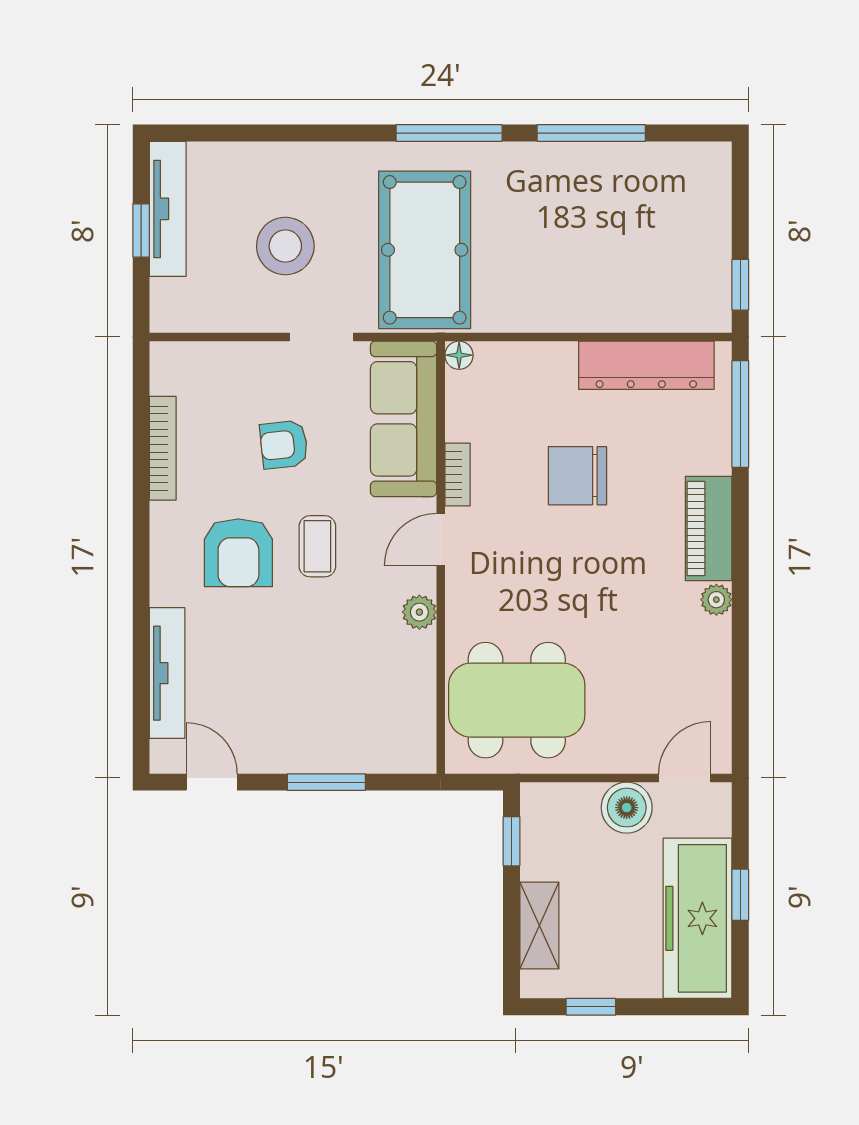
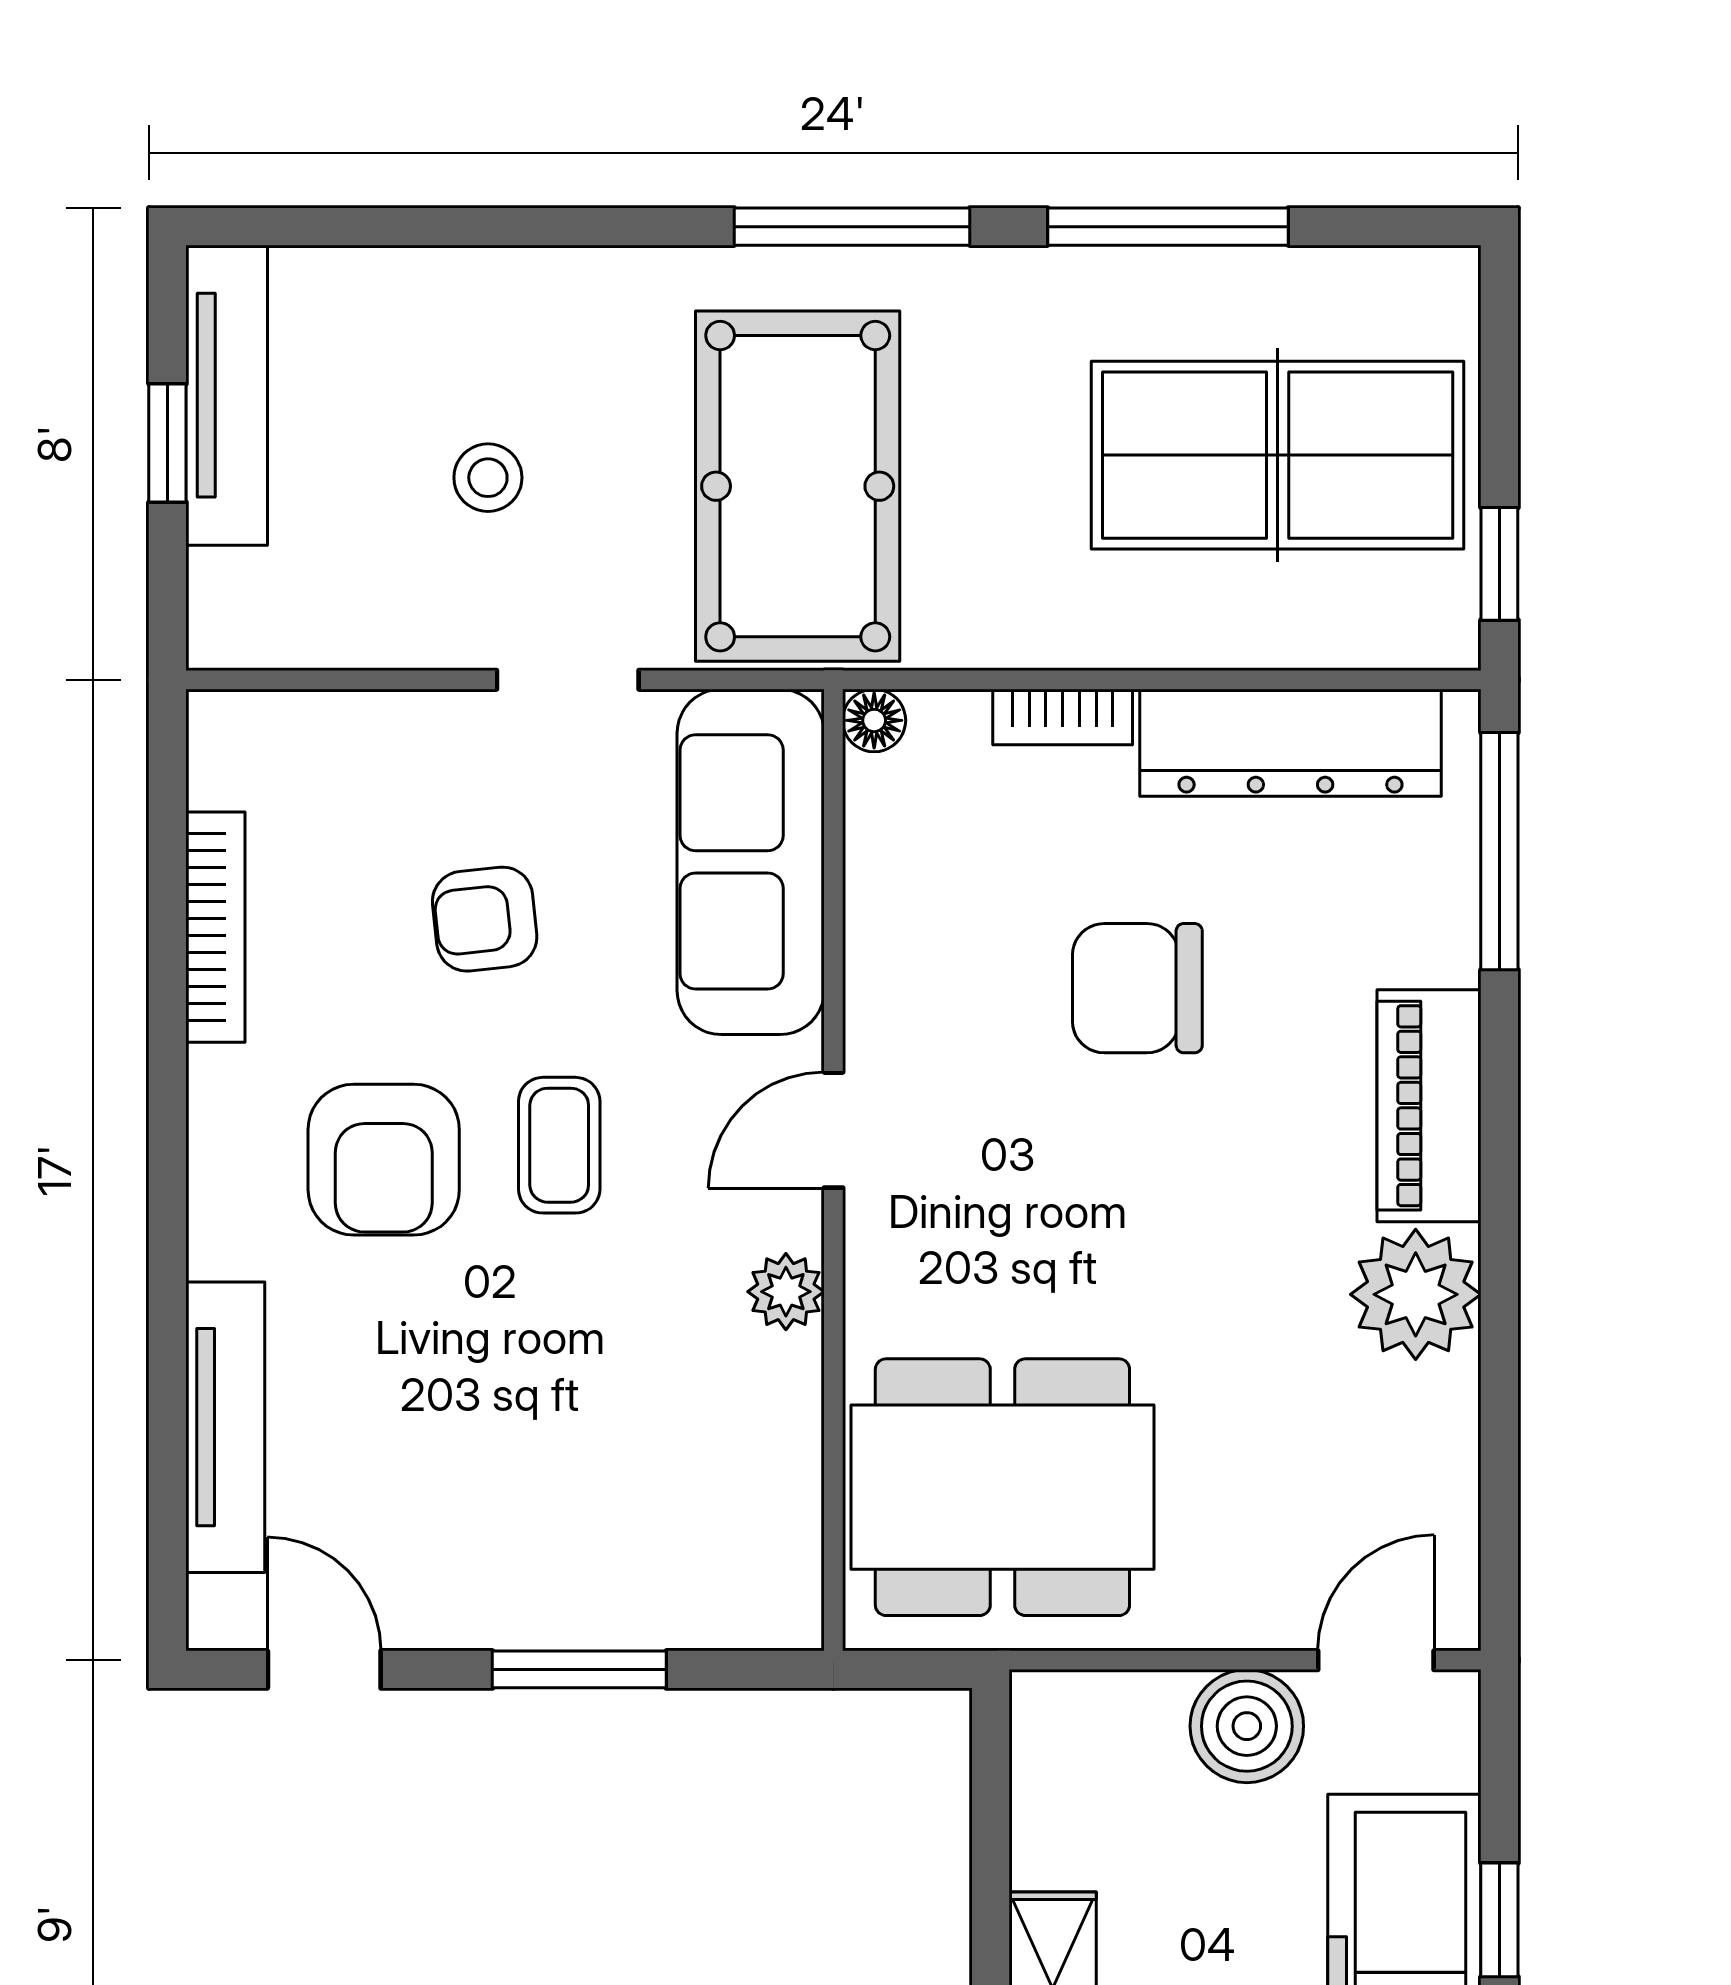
table tennis table: (641, 236) -> (1278, 455), added
stool: (285, 246) -> (488, 478), width x0.53, depth x0.53
bookcase: (457, 475) -> (1063, 717), moved, turned 90
plant: (716, 600) -> (1416, 1294), width x1.88, depth x1.88
window: (511, 841) -> (991, 1801), removed

